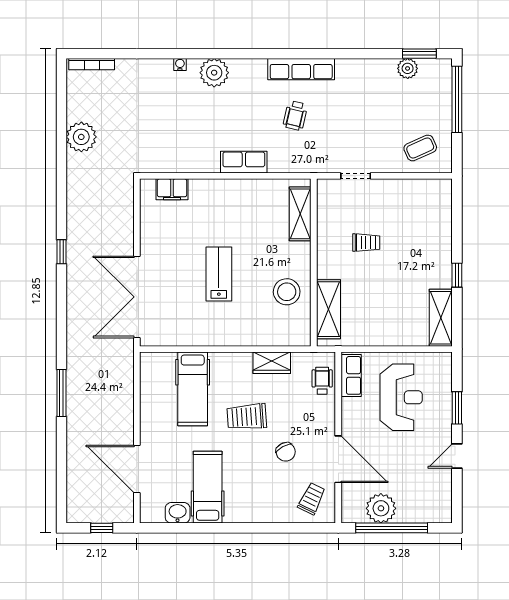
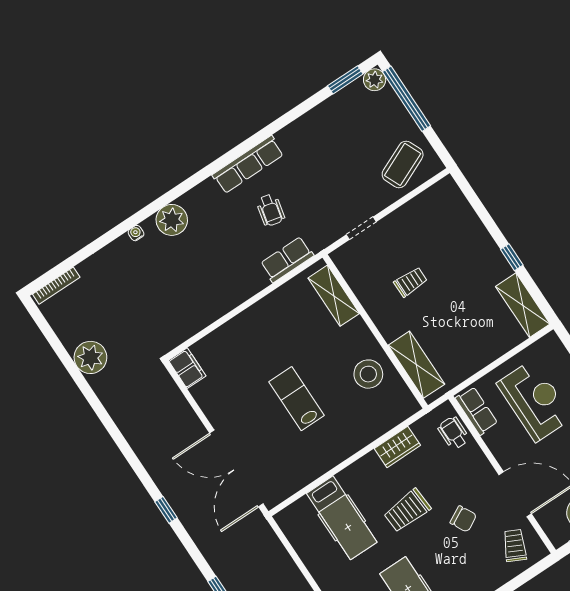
plant: (408, 68) -> (375, 80), moved
coffee table: (420, 148) -> (403, 164), width x1.36, depth x1.30
row of seats: (244, 162) -> (287, 260), moved
filing cabinet: (172, 189) -> (187, 368), moved, turned -90
window: (62, 252) -> (166, 510), moved

